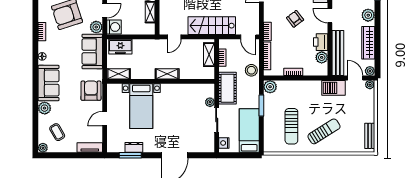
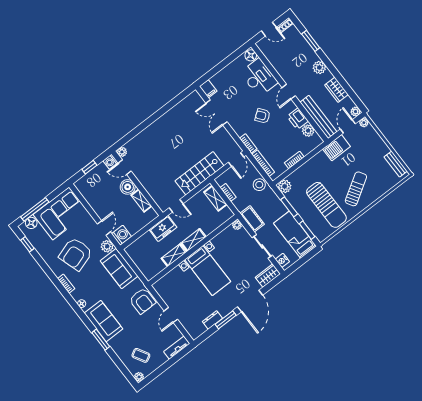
door: (330, 16) -> (289, 92), hinge flipped
door: (174, 37) -> (176, 206), hinge flipped
door: (248, 37) -> (236, 160), hinge flipped
wardrobe: (368, 43) -> (337, 90), width x0.67
freezer: (120, 47) -> (163, 228), moved
shelving: (119, 74) -> (174, 255), moved
door: (355, 78) -> (348, 126), hinge flipped
cot: (228, 88) -> (252, 219), width x0.73, depth x0.75
armchair: (91, 91) -> (142, 301), turned 180
window: (35, 96) -> (101, 340), added
plant: (210, 102) -> (237, 225), moved
bed with nightstands: (141, 106) -> (208, 271), moved
plant: (45, 108) -> (116, 344), removed
sun lounger: (291, 126) -> (326, 205), width x1.36, depth x1.34
window: (261, 134) -> (307, 230), added
wardrobe: (204, 146) -> (268, 276), added
window: (130, 155) -> (226, 320), moved

